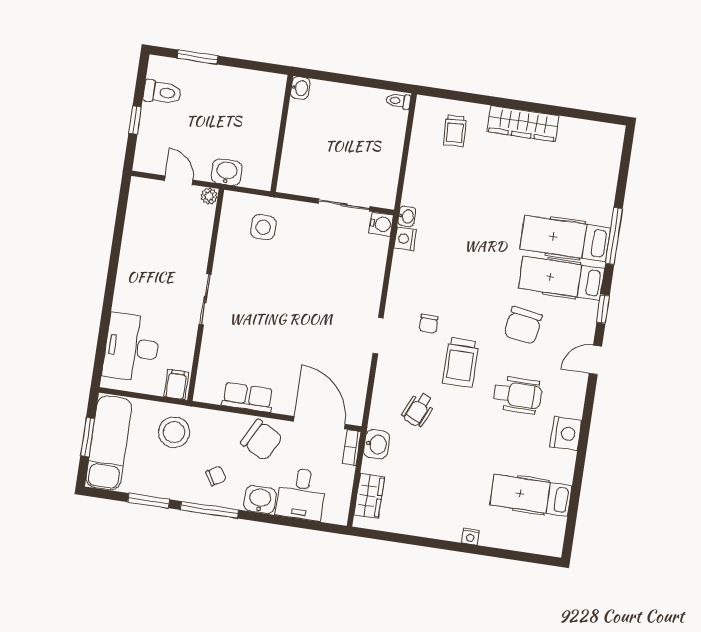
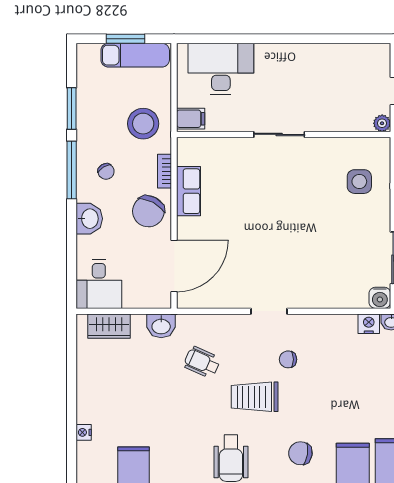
chair: (523, 325) -> (300, 453), width x0.73, depth x0.73
exam couch: (109, 443) -> (135, 55), width x0.73, depth x0.69
bookcase: (352, 447) -> (165, 171), moved, turned -90
desk: (301, 494) -> (99, 284), moved, turned -90

